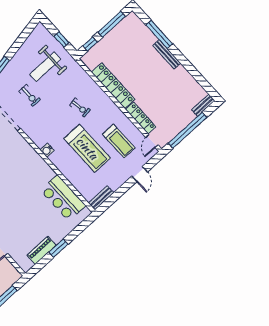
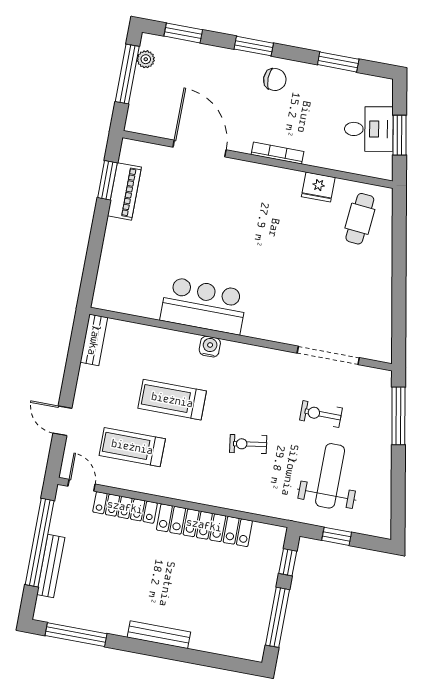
window: (159, 34) -> (76, 635), moved
bench: (203, 105) -> (51, 566), moved, width x1.36
exercise bike: (80, 107) -> (248, 444), moved
treadmill: (87, 148) -> (172, 400), width x0.73, depth x0.73
water cooler: (47, 150) -> (210, 347), moved
bar counter: (63, 198) -> (204, 306), moved
window: (58, 248) -> (107, 180), moved

